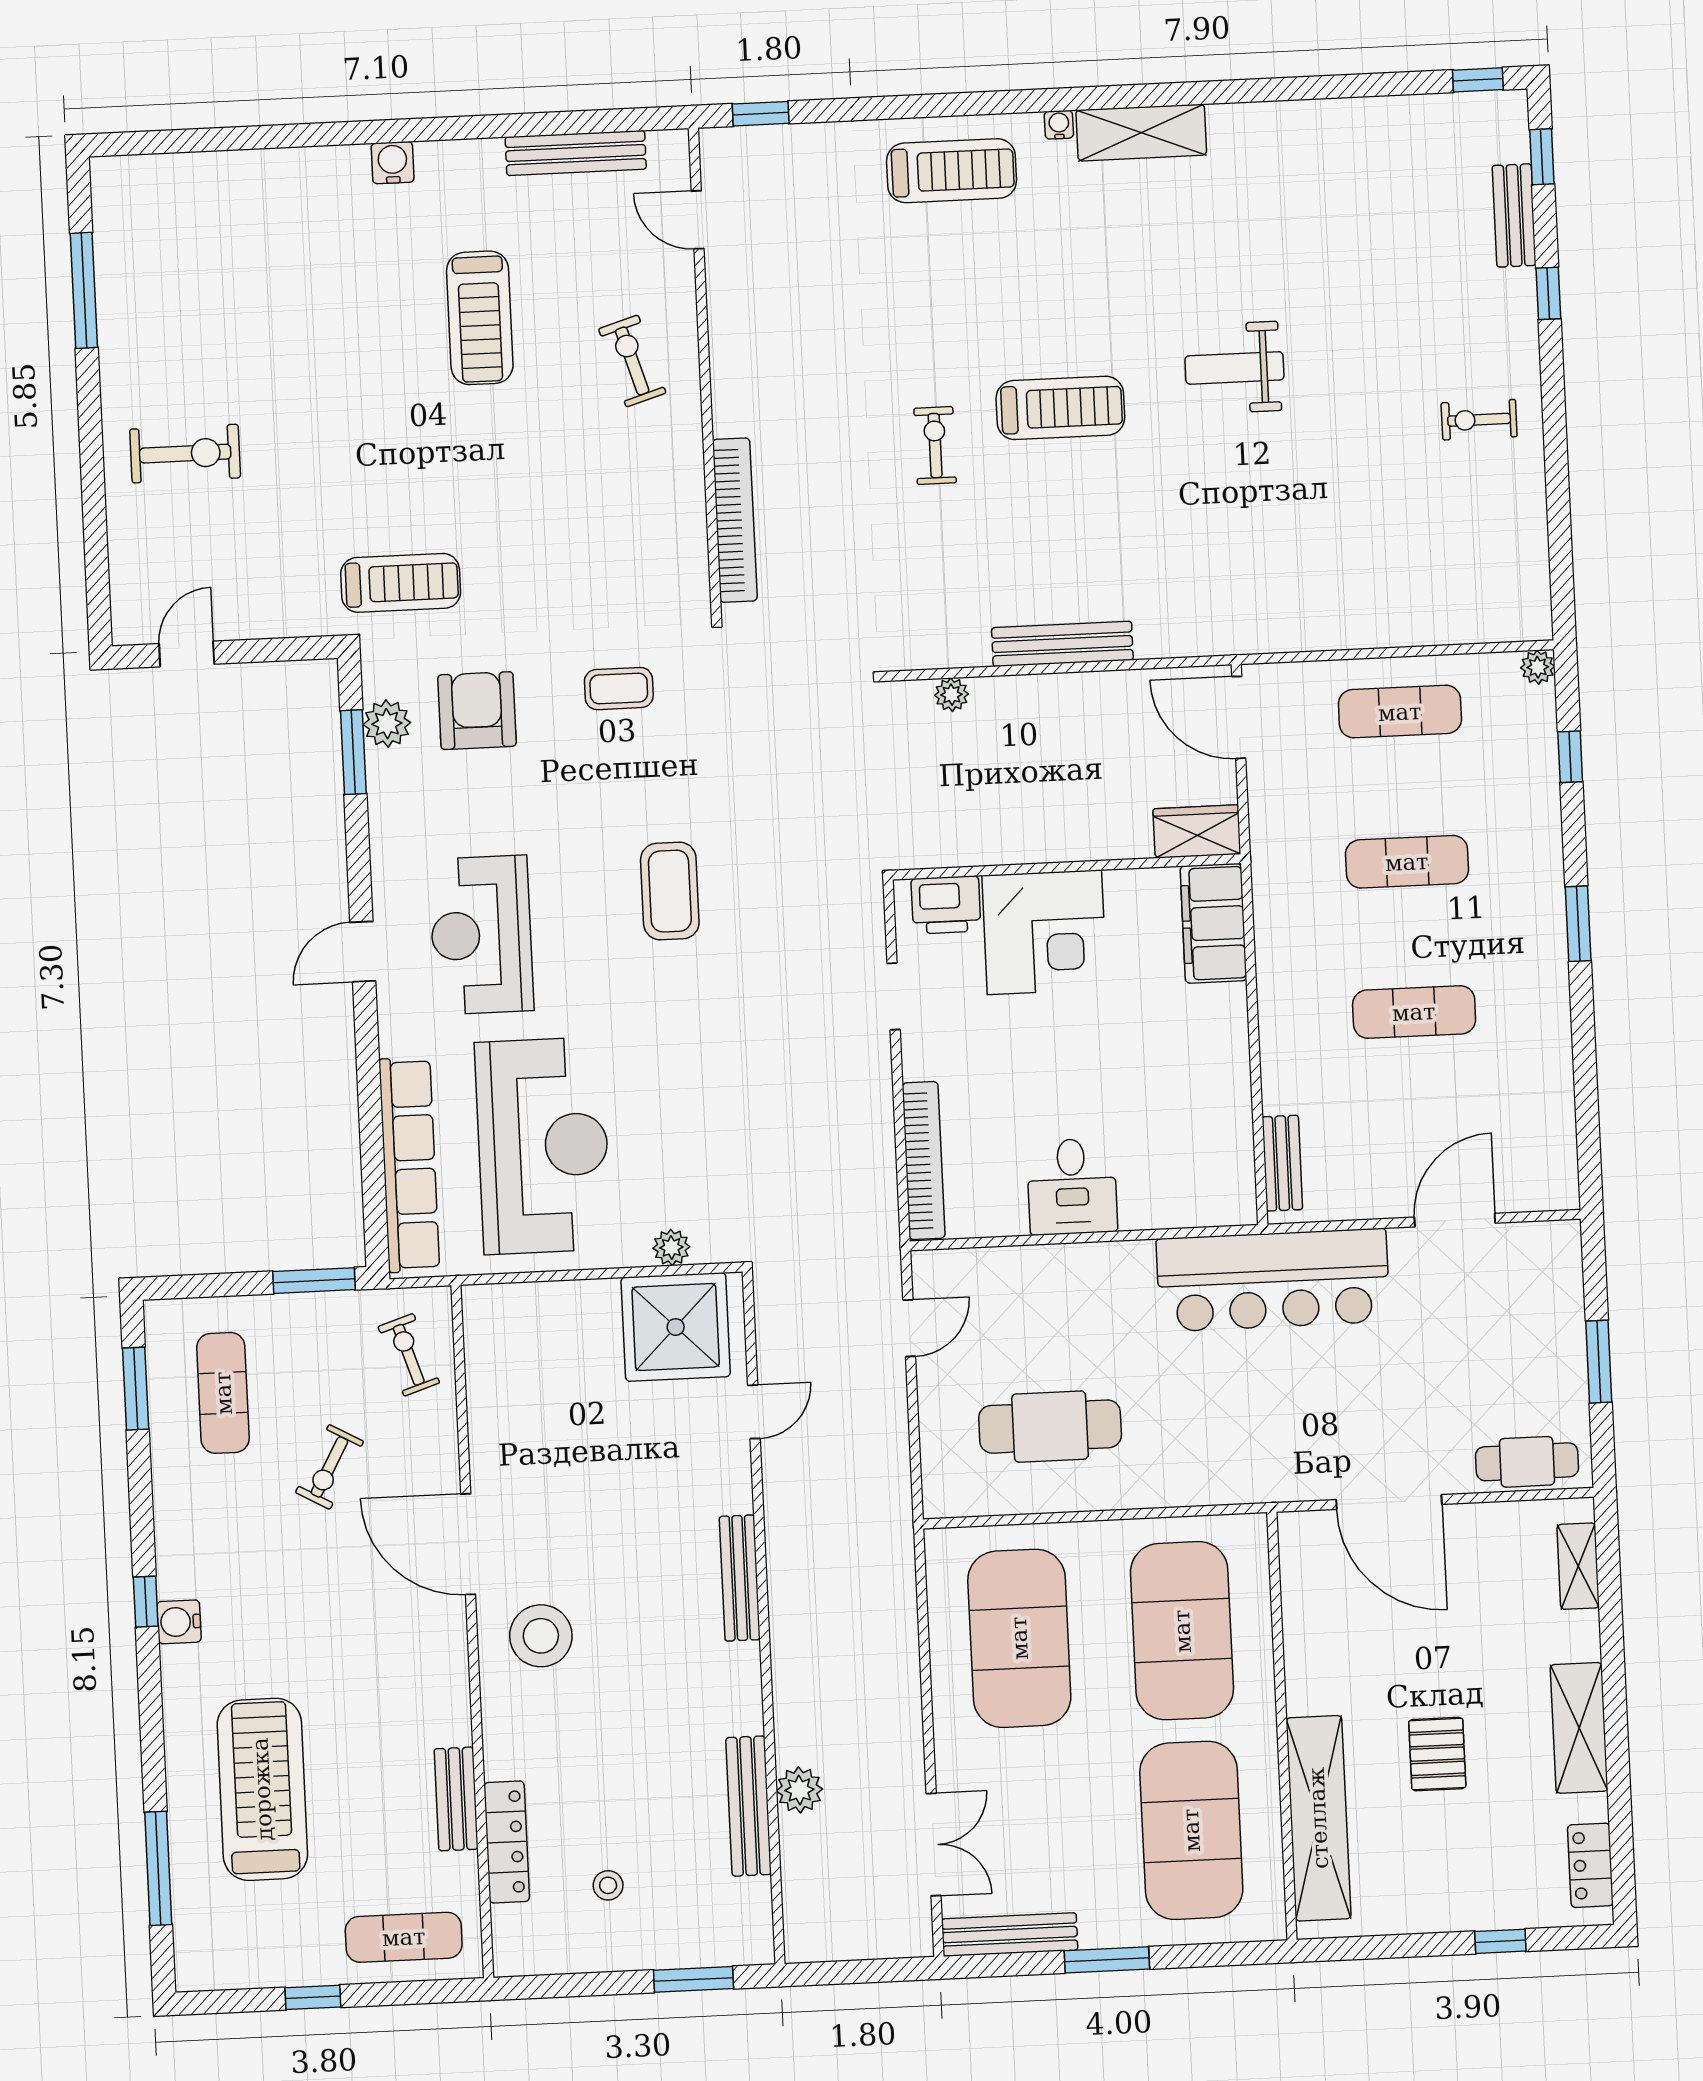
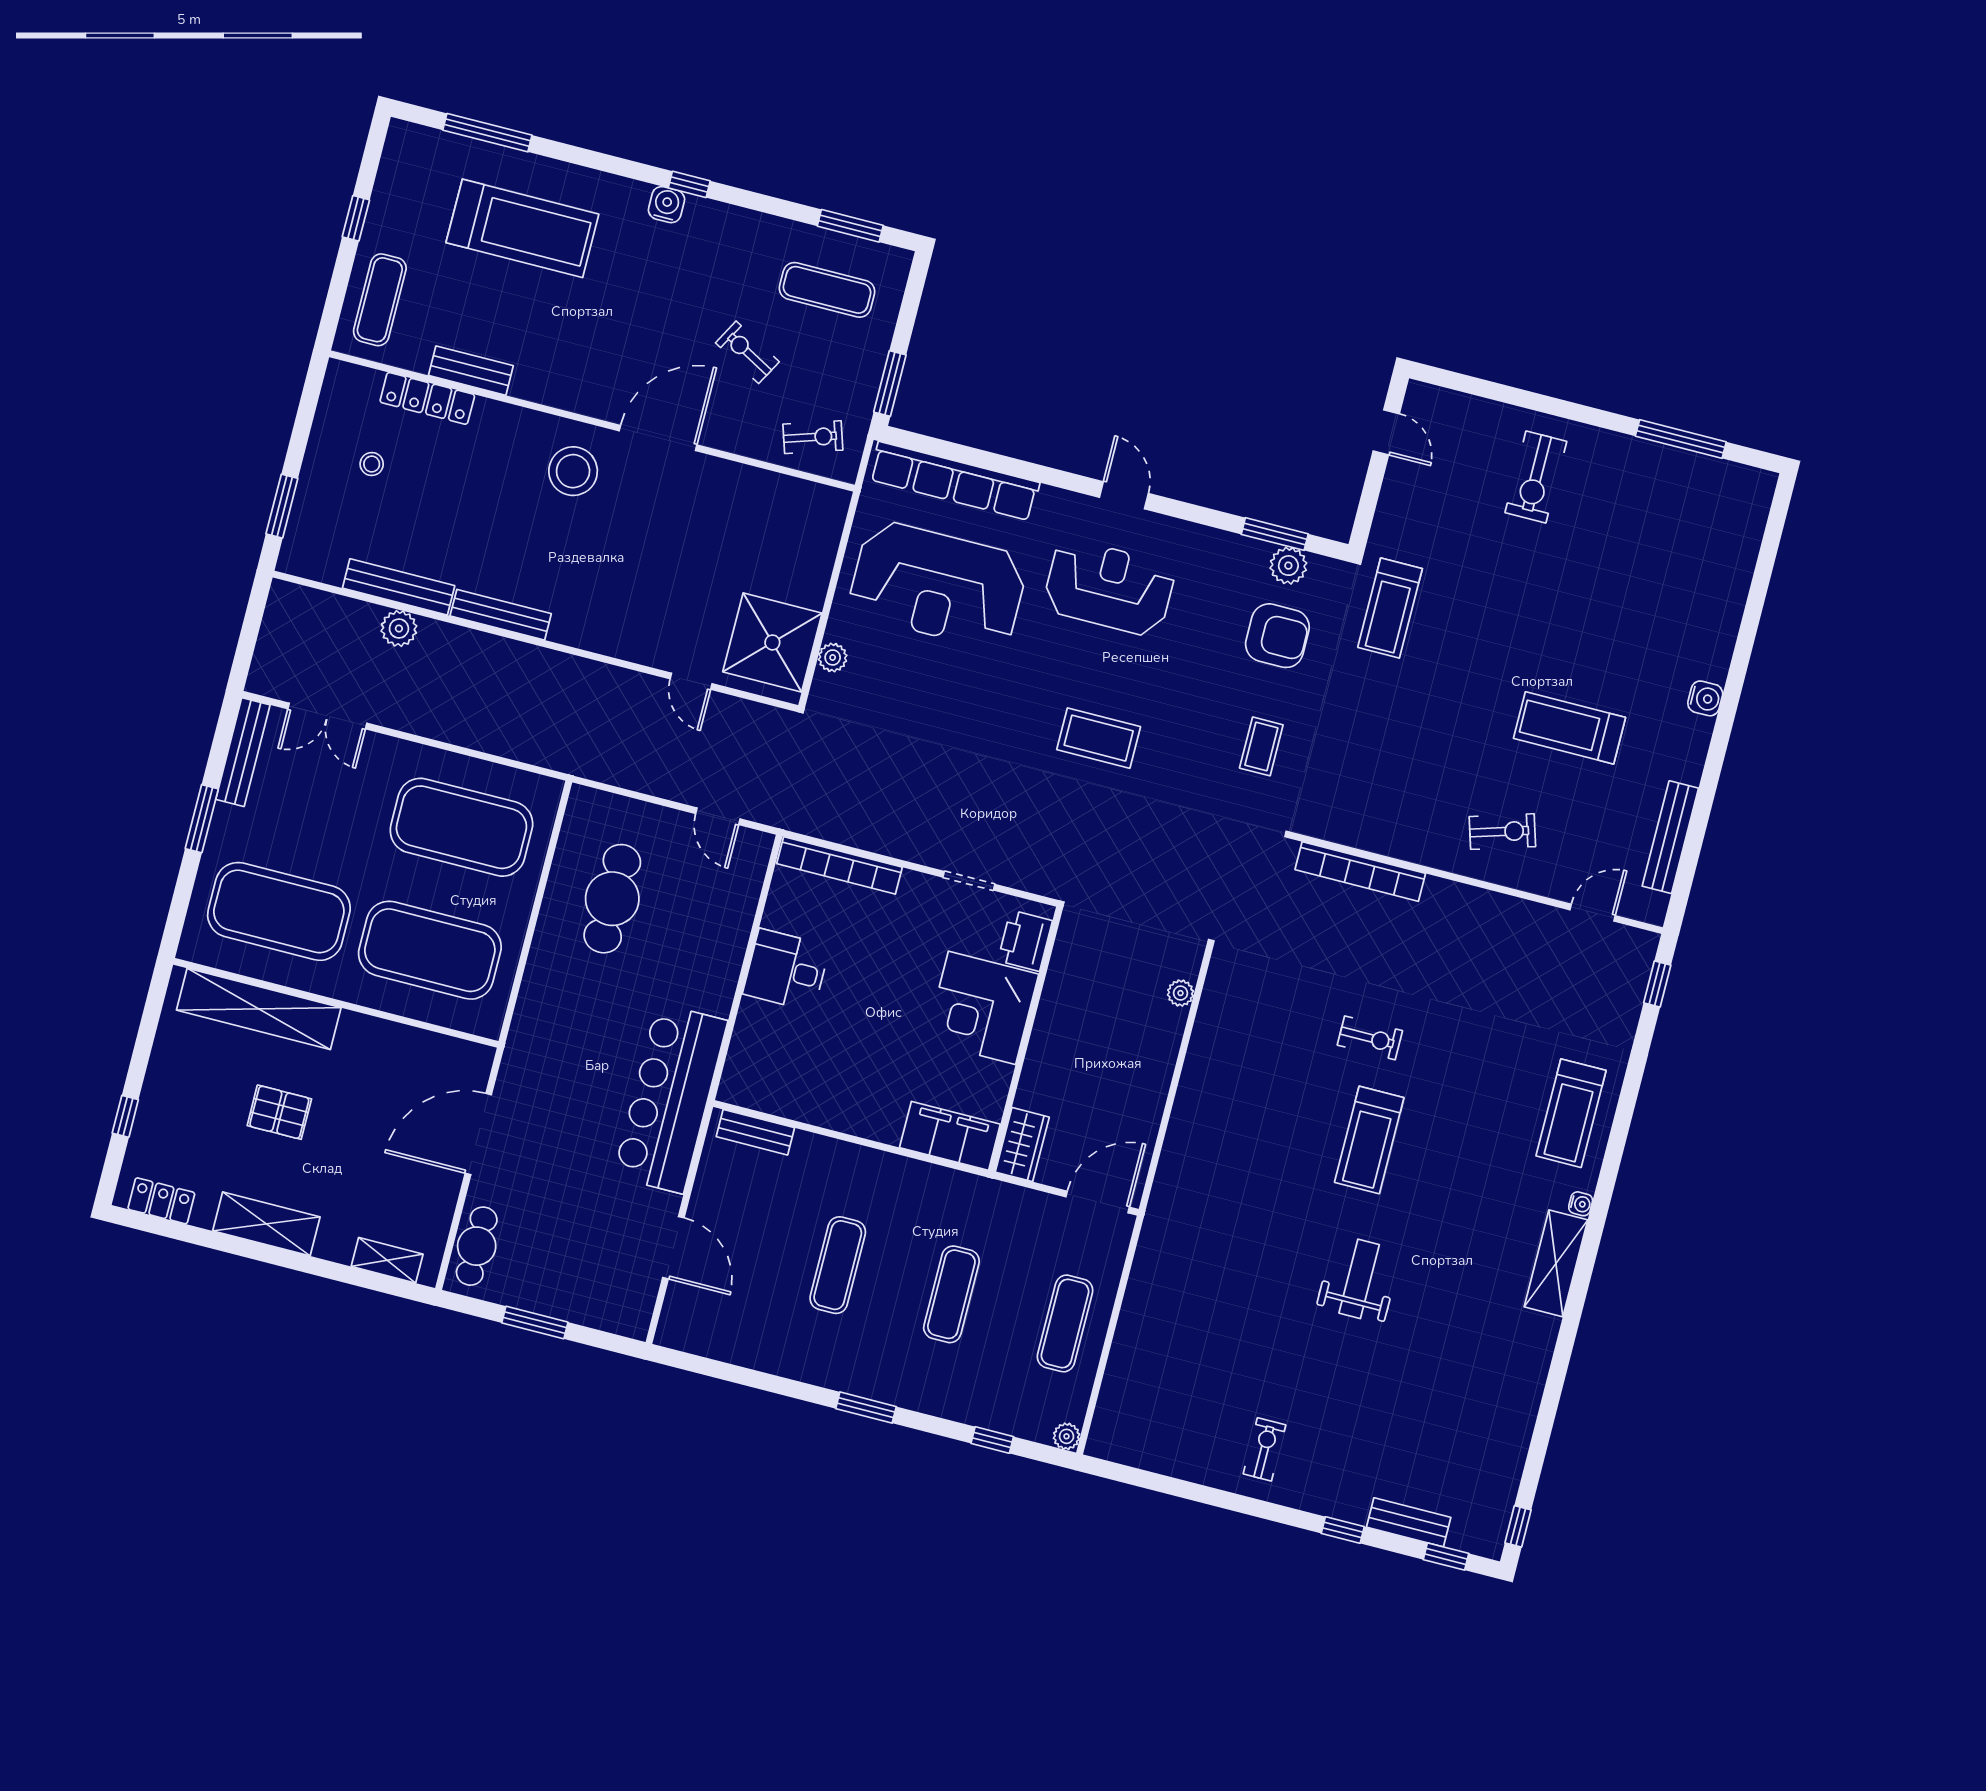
bench: (1062, 644) -> (1193, 1087), removed
bench: (740, 1578) -> (501, 615), moved

